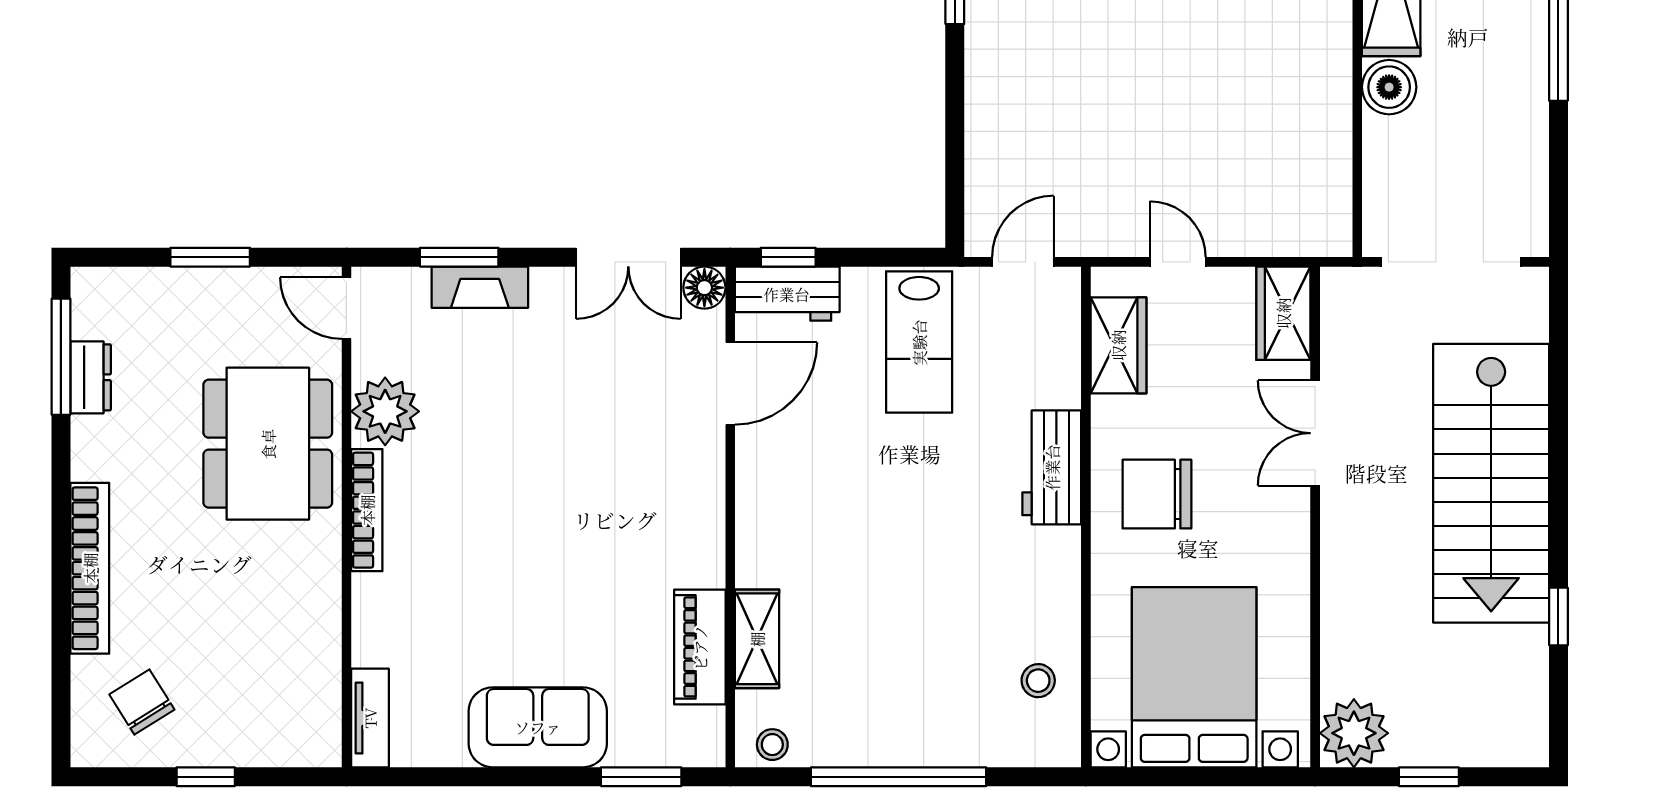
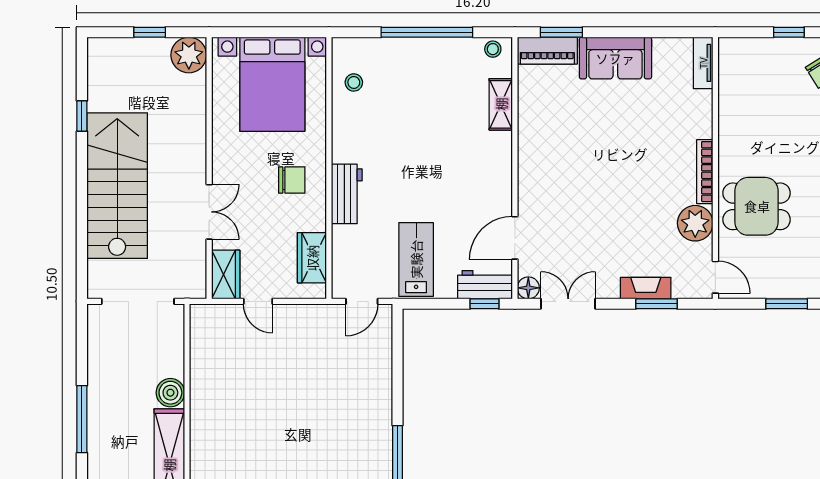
door: (1178, 262) -> (258, 301), moved
dining table: (268, 444) -> (757, 206), width x0.73
chair: (1157, 494) -> (292, 180), width x0.73, depth x0.73
piano: (700, 647) -> (547, 51), moved, turned 90

